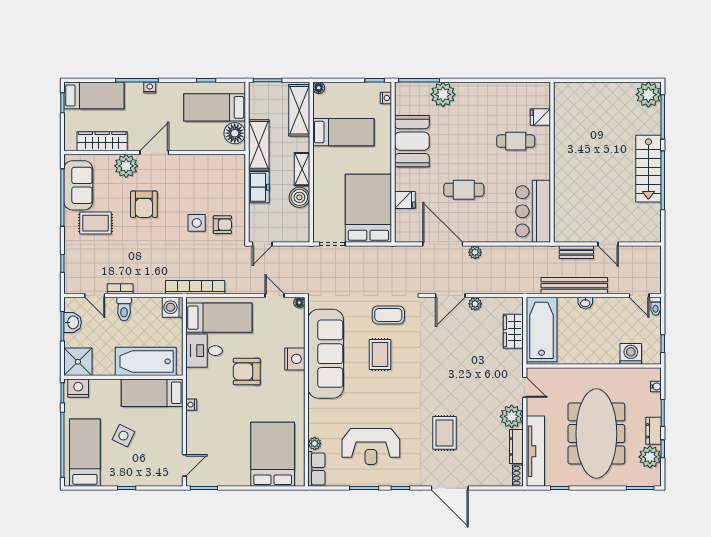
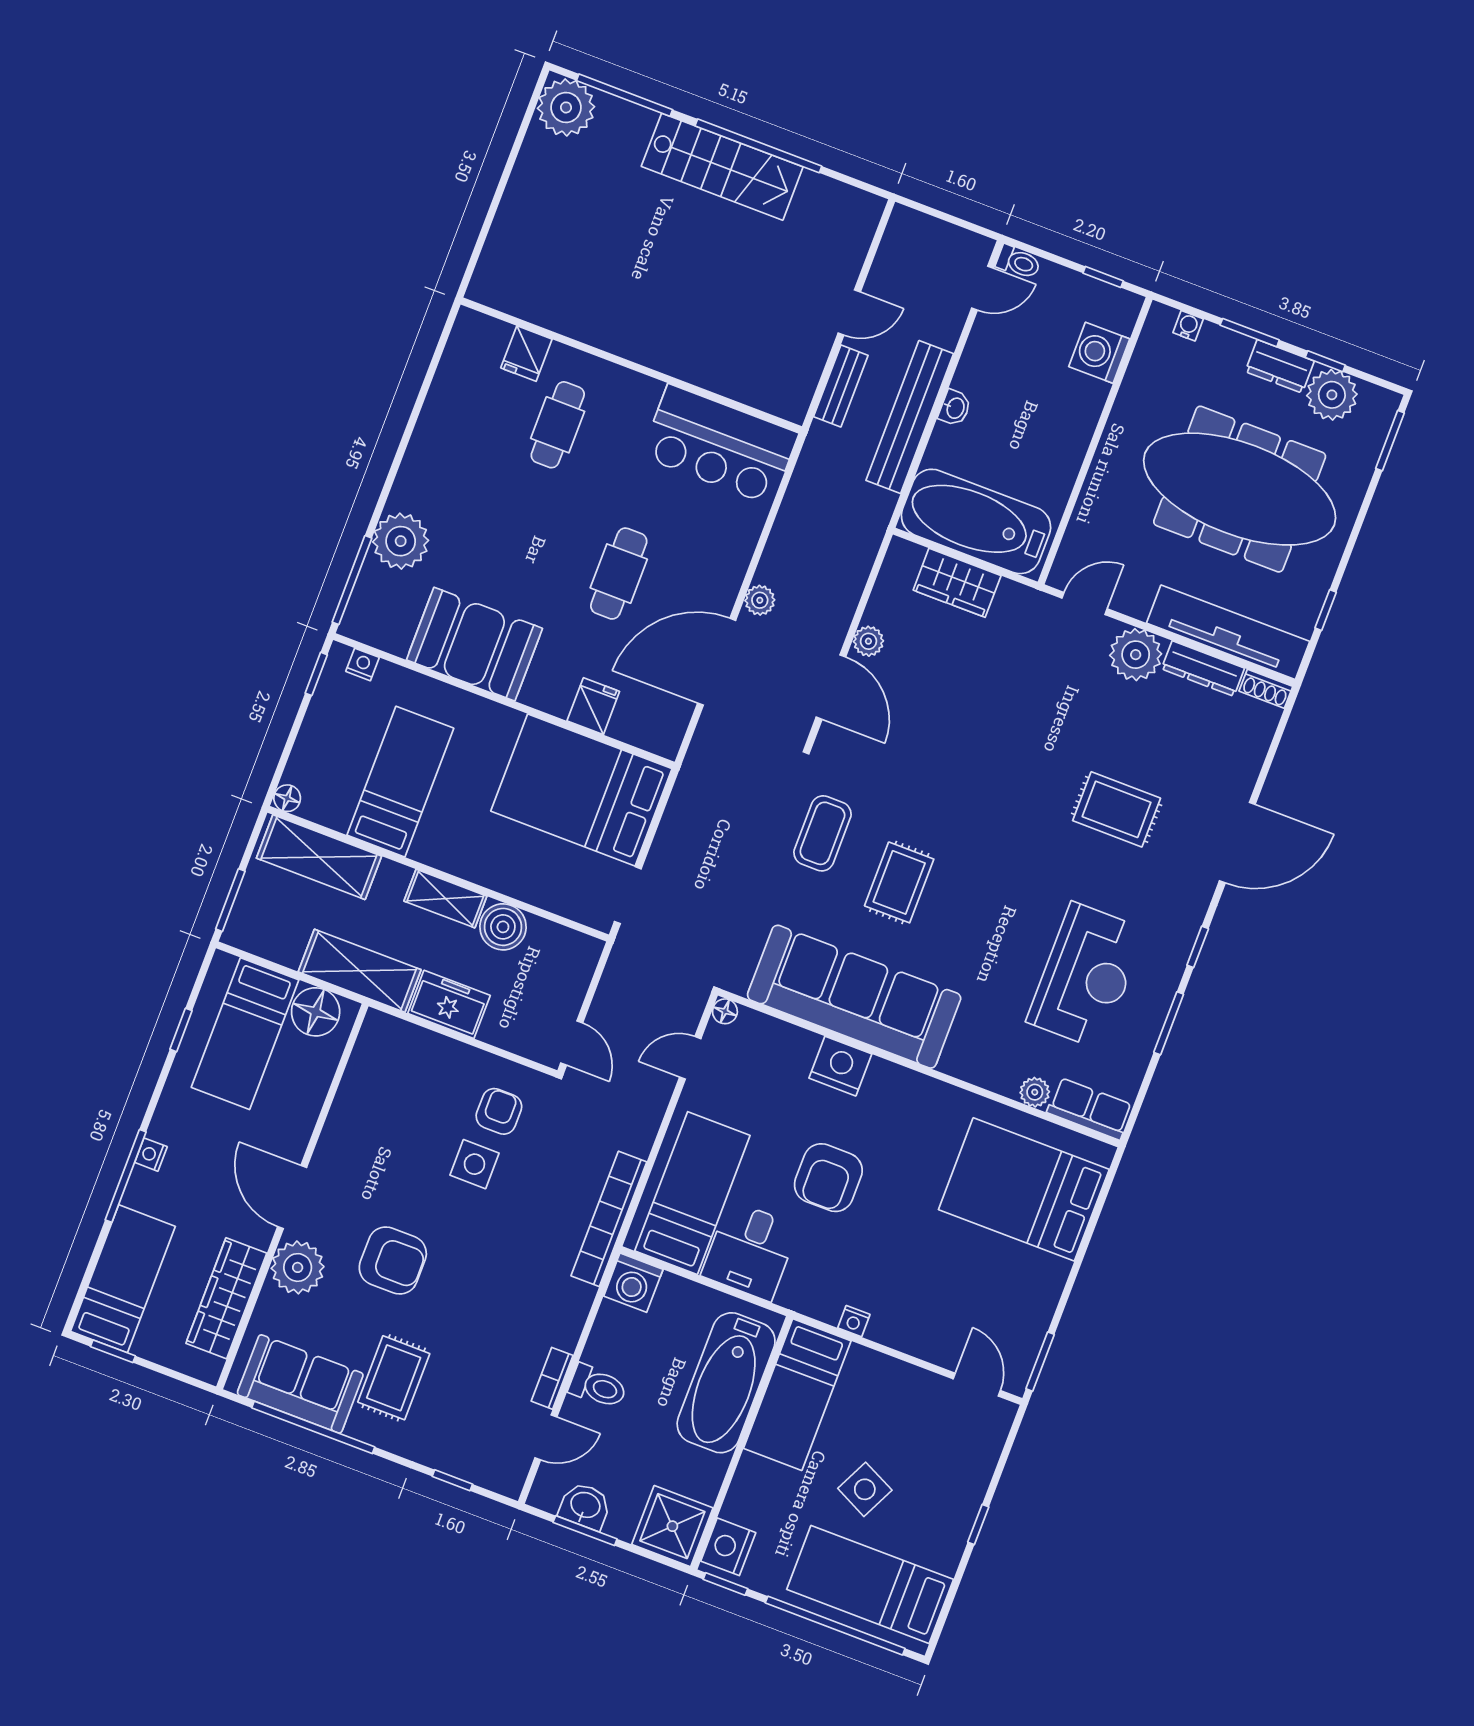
rug: (380, 354) -> (899, 882), turned 90

